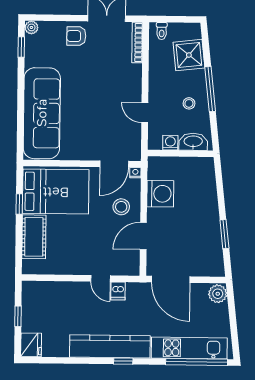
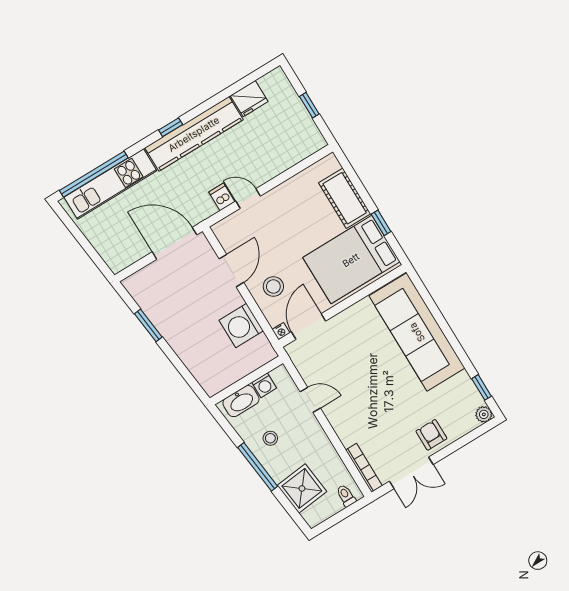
armchair: (76, 36) -> (431, 435), turned -90
plant: (218, 294) -> (116, 259), removed
fridge: (31, 345) -> (249, 99), moved, turned -90

